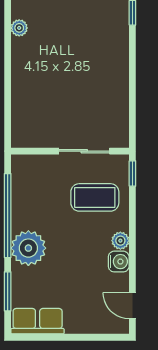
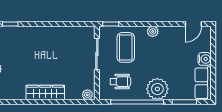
plant: (19, 28) -> (87, 95), moved
wardrobe: (23, 69) -> (45, 93), added
wheelchair: (40, 189) -> (120, 82), added
water cooler: (119, 262) -> (205, 59), moved, turned 90

